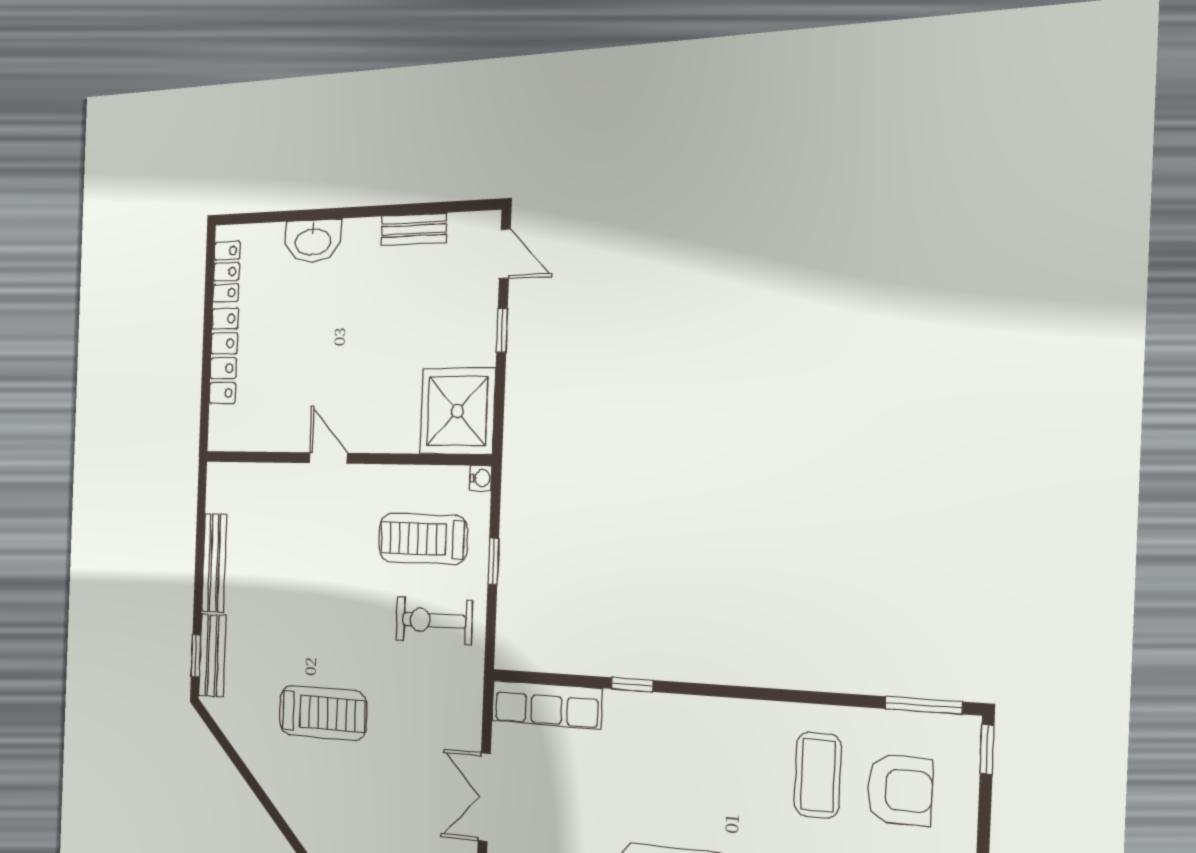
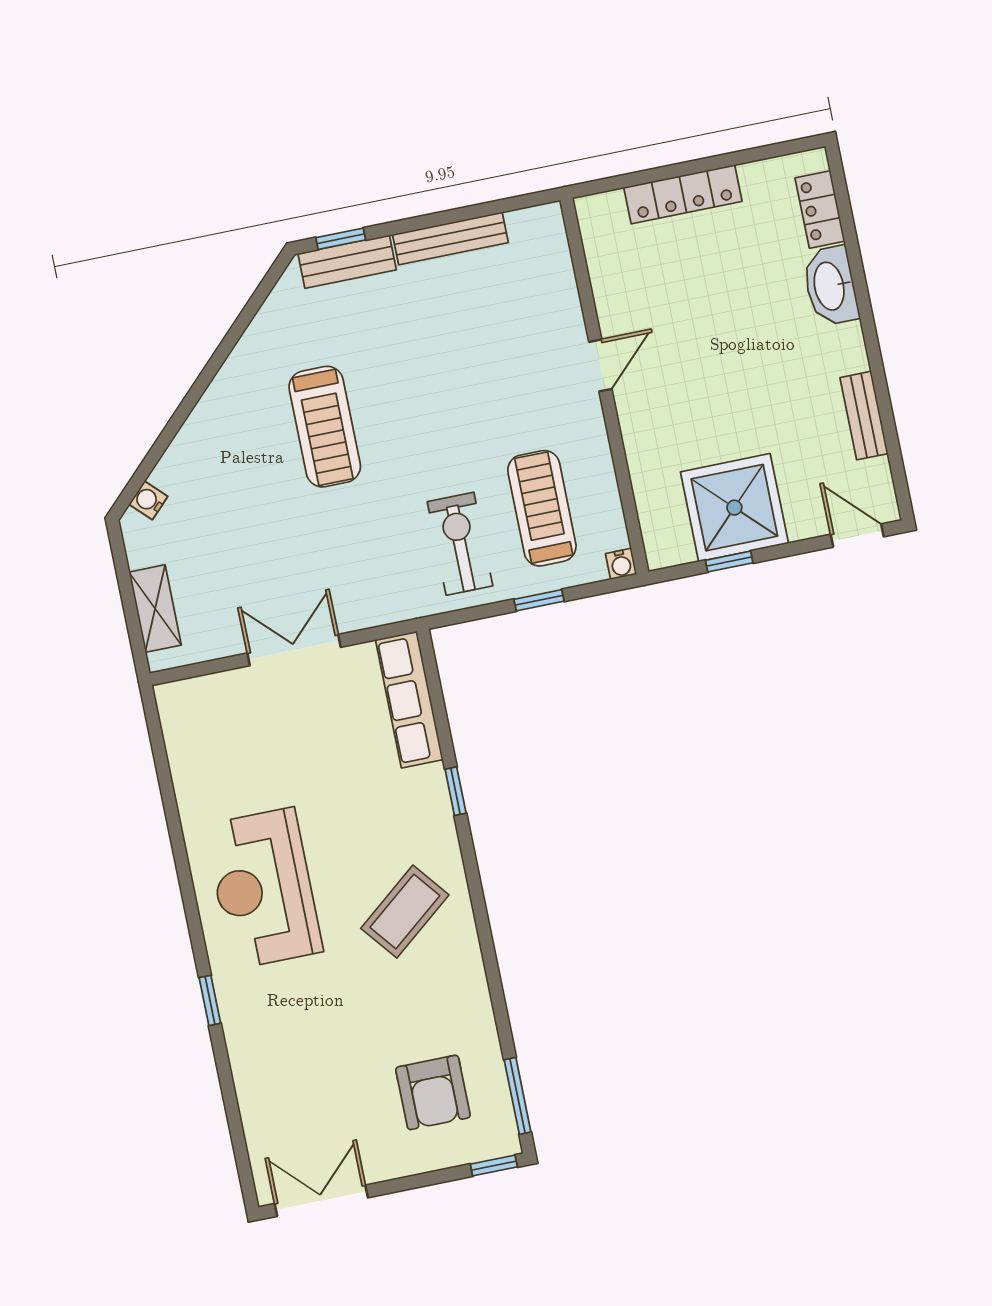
door: (505, 254) -> (857, 536), swing flipped
locker: (227, 272) -> (820, 209), moved, turned 90
window: (502, 330) -> (729, 562), moved
shower: (457, 411) -> (734, 508), moved
coffee table: (818, 775) -> (405, 912), moved, turned -39

